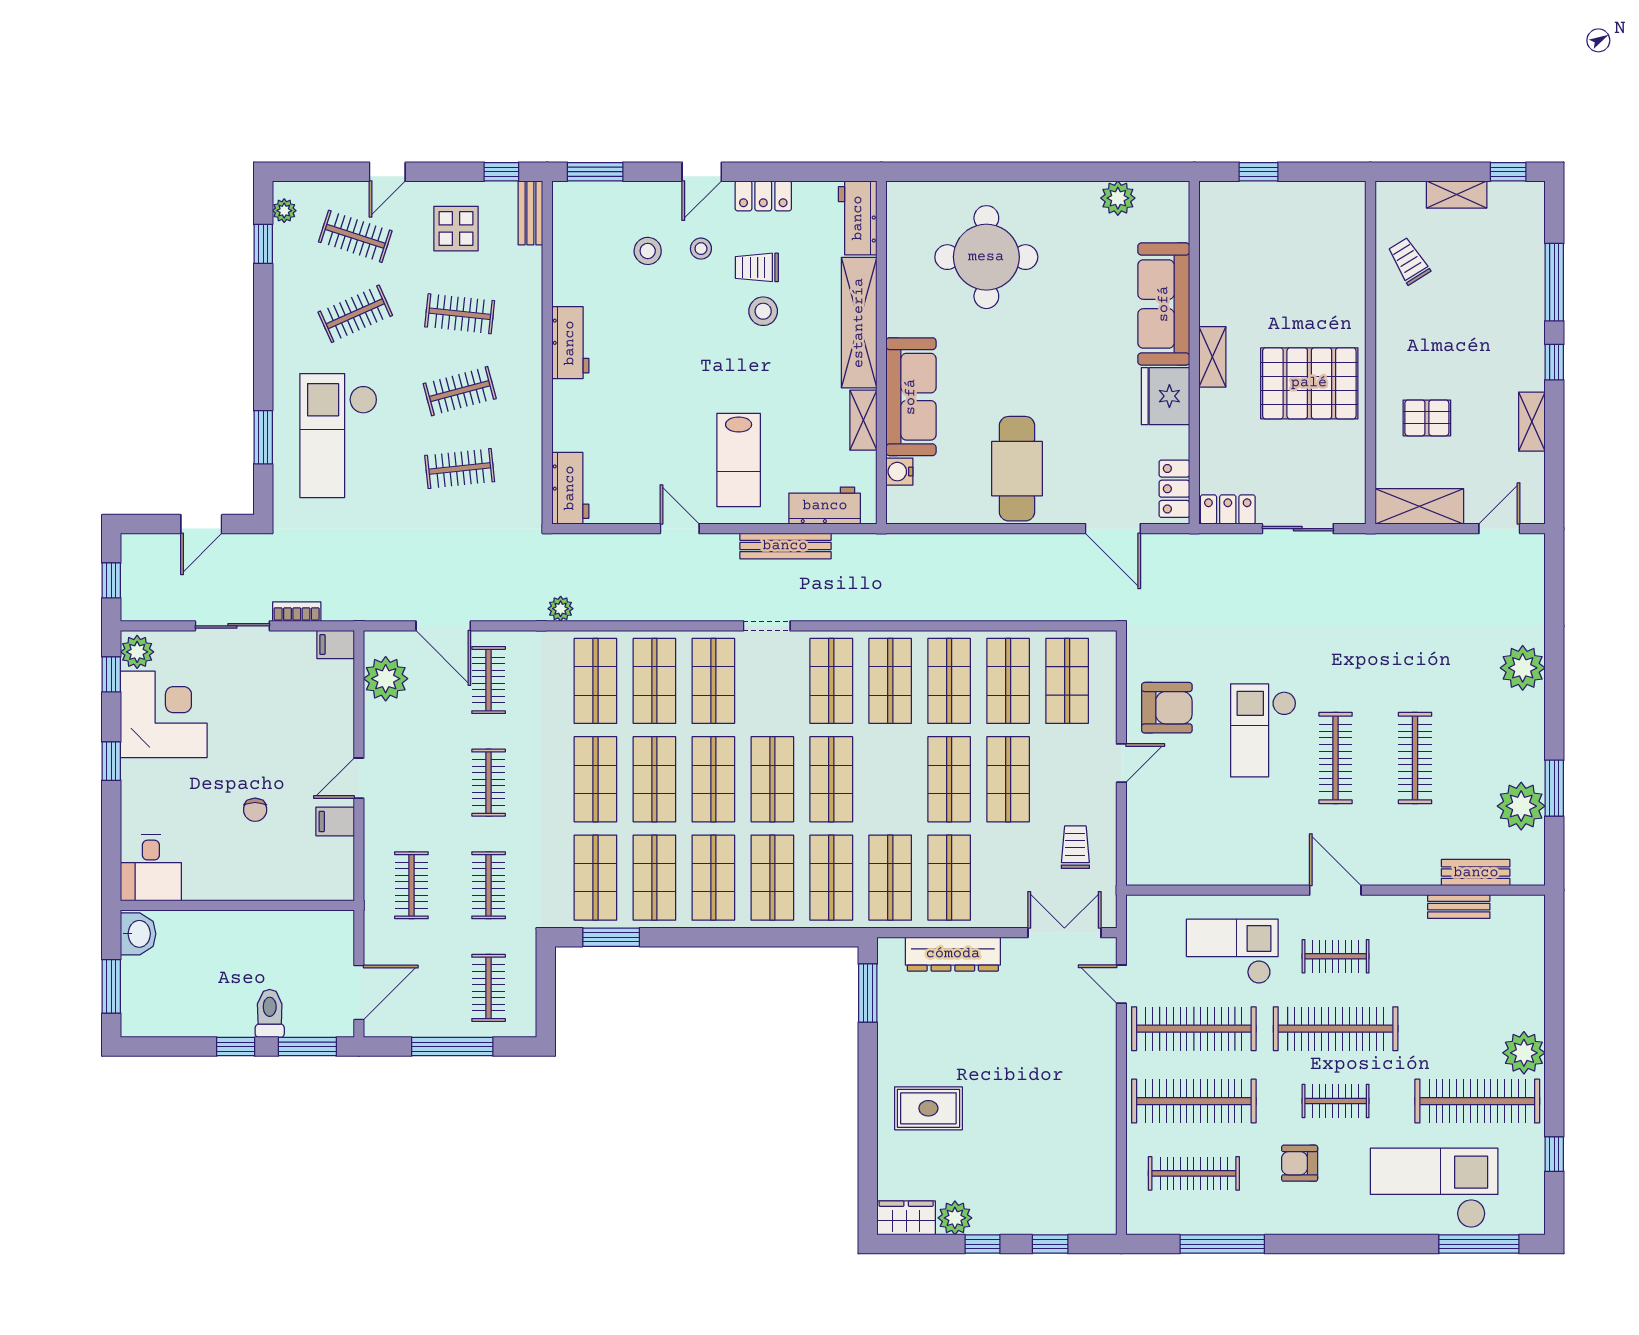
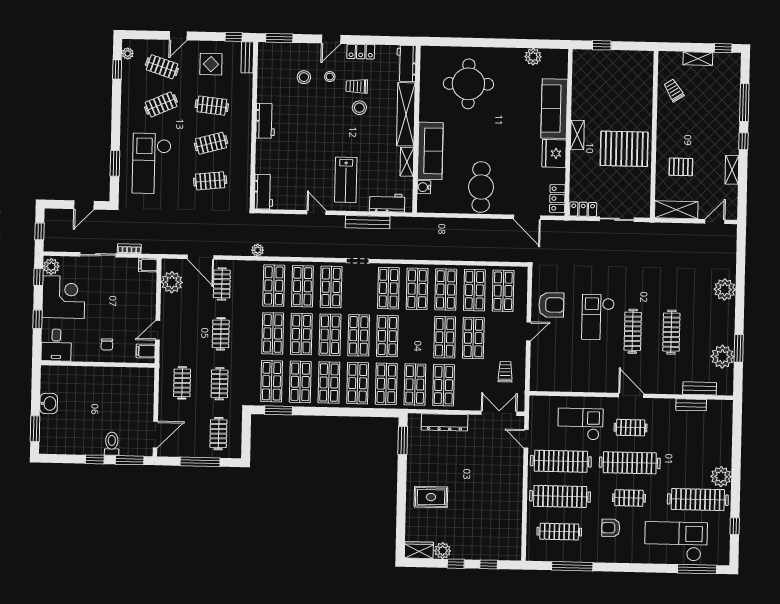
desk: (151, 868) -> (56, 345), moved
wall: (237, 905) -> (98, 364), moved

